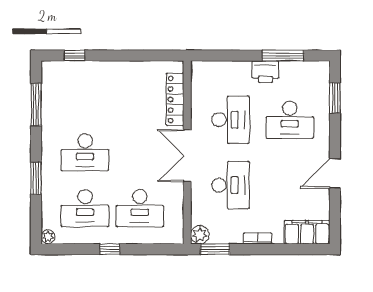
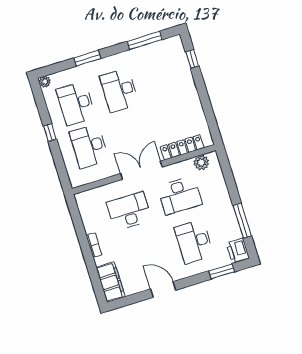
printer: (265, 72) -> (238, 251), moved
desk: (231, 185) -> (129, 211), turned 180
plant: (200, 235) -> (201, 163), moved
window: (215, 249) -> (75, 215), removed

